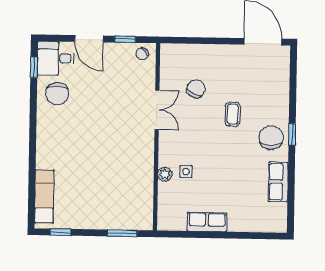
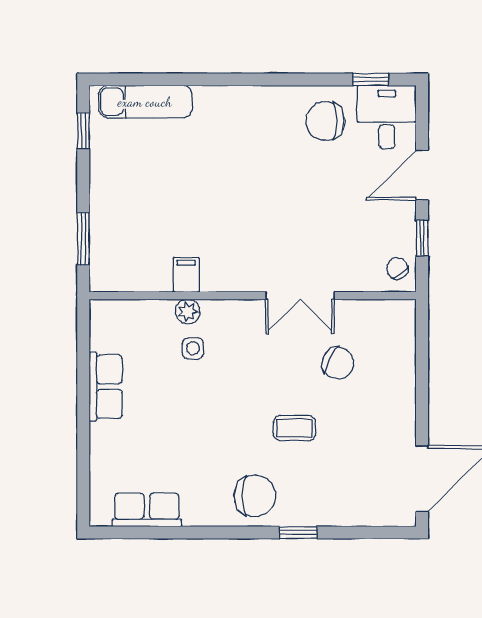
window: (292, 134) -> (298, 532), moved
filing cabinet: (144, 175) -> (186, 275), added
row of seats: (278, 182) -> (147, 510), moved

